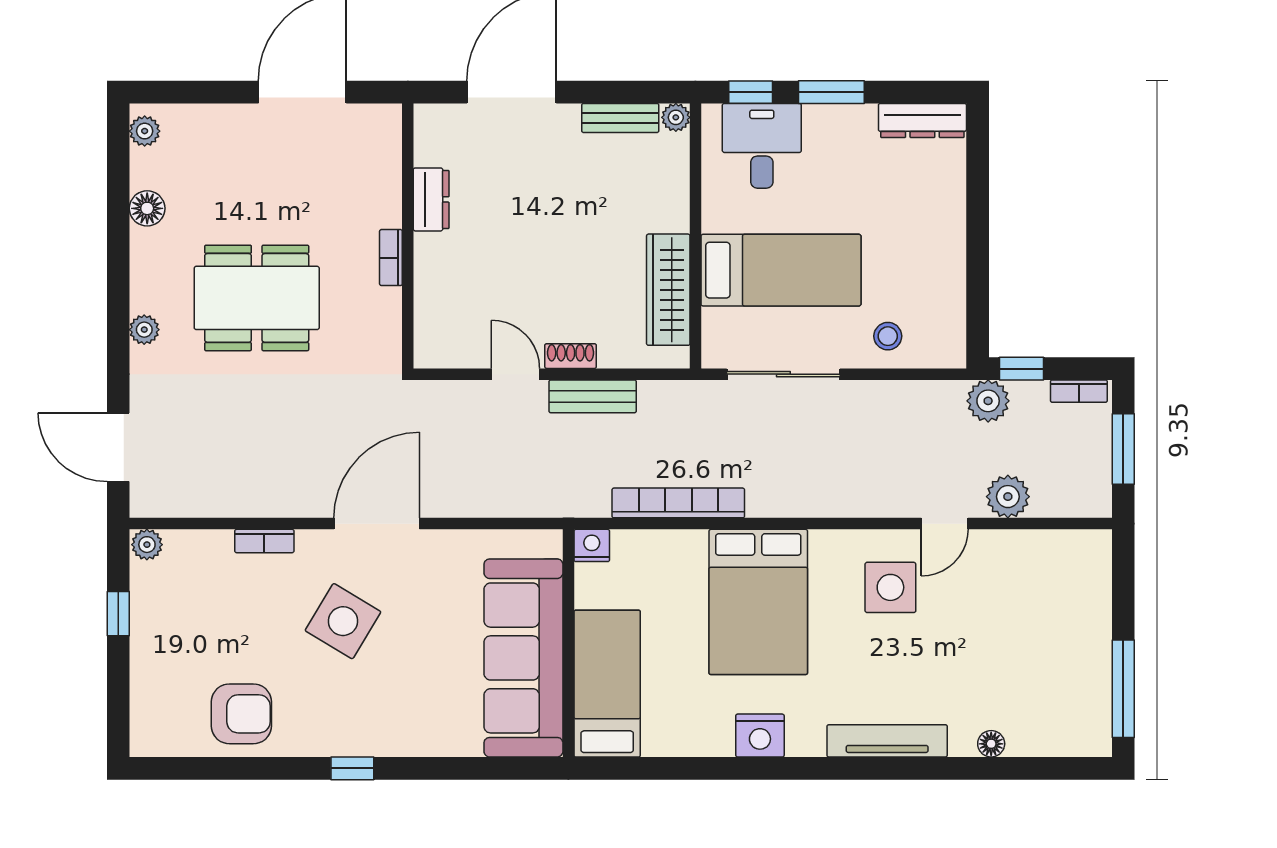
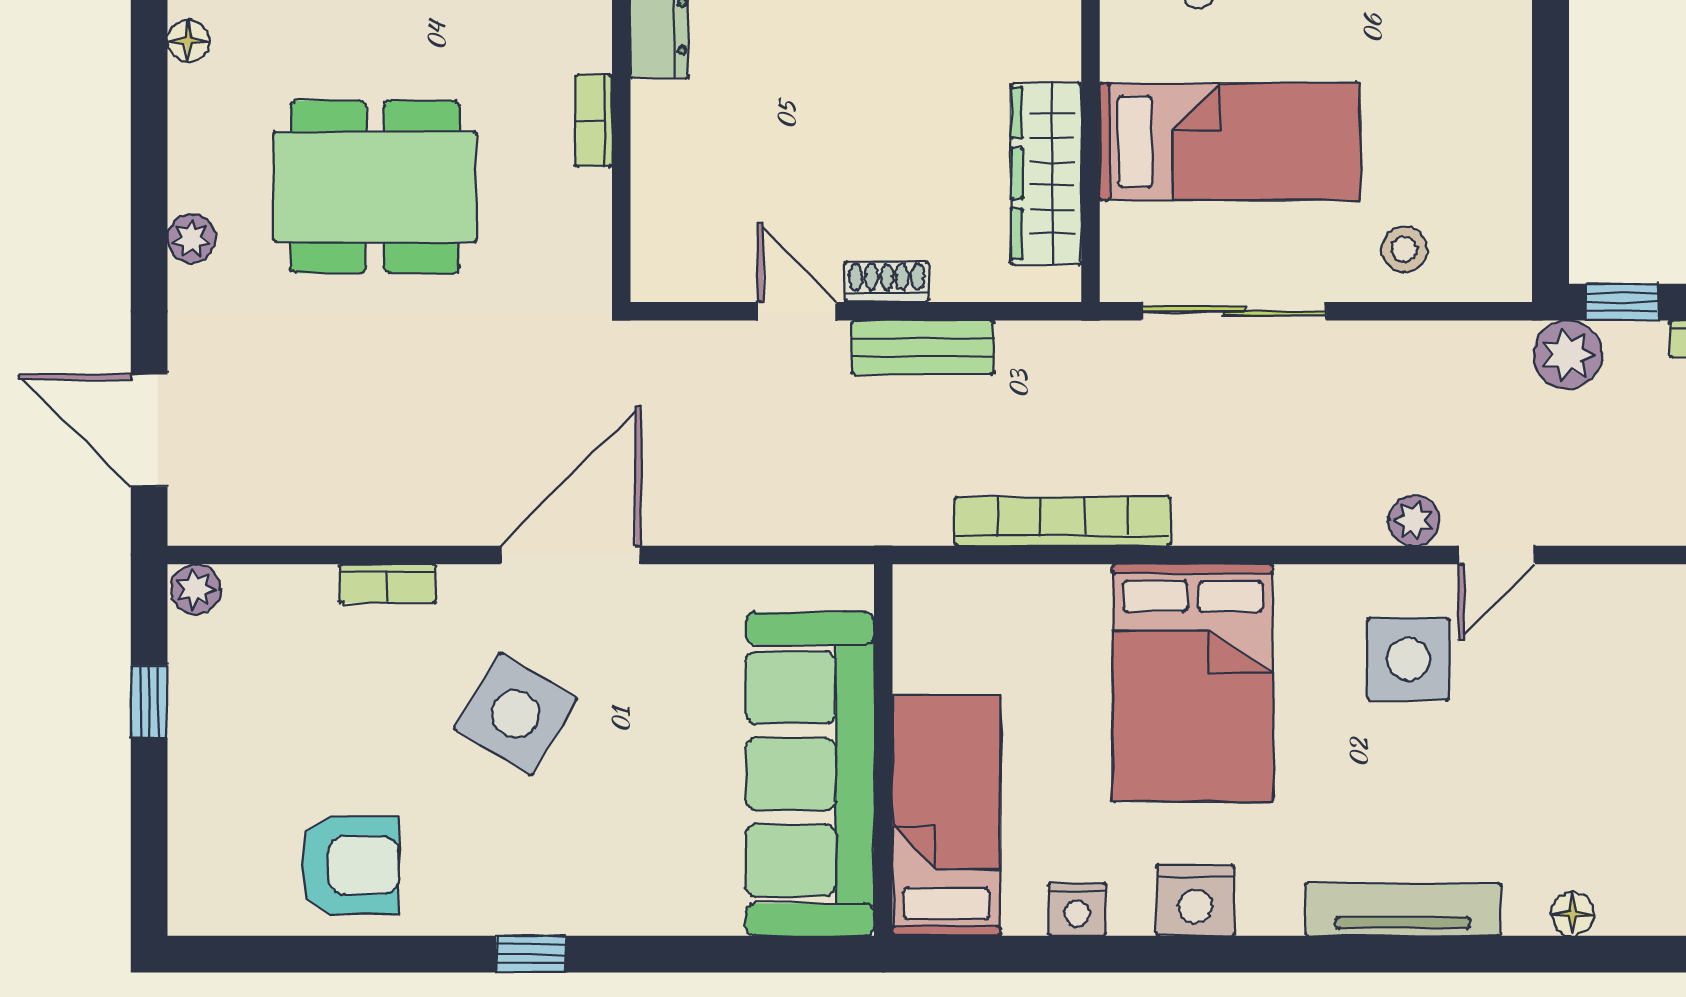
floor lamp: (147, 208) -> (188, 41), width x0.73, depth x0.73
plant: (1008, 497) -> (1414, 520), moved, width x0.73, depth x0.73
nightstand: (592, 545) -> (1077, 909), moved, turned 180

